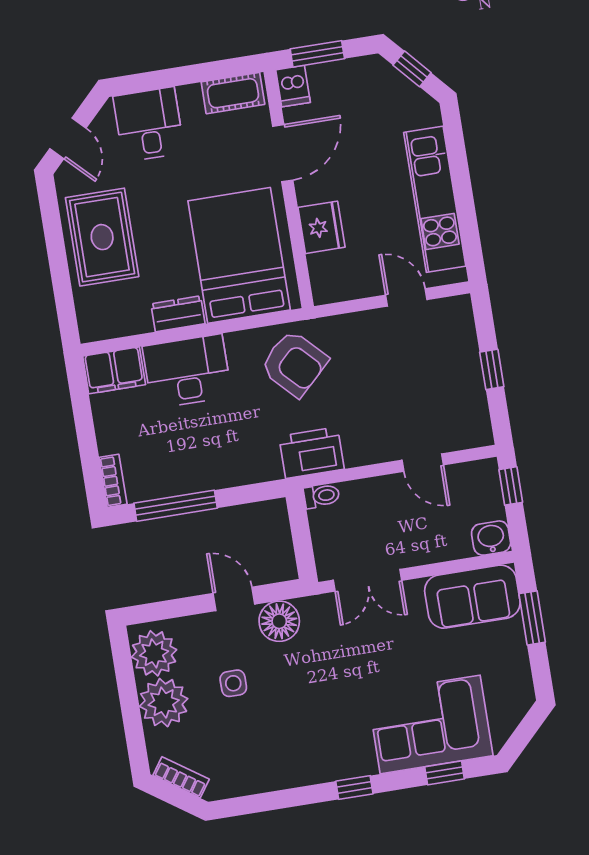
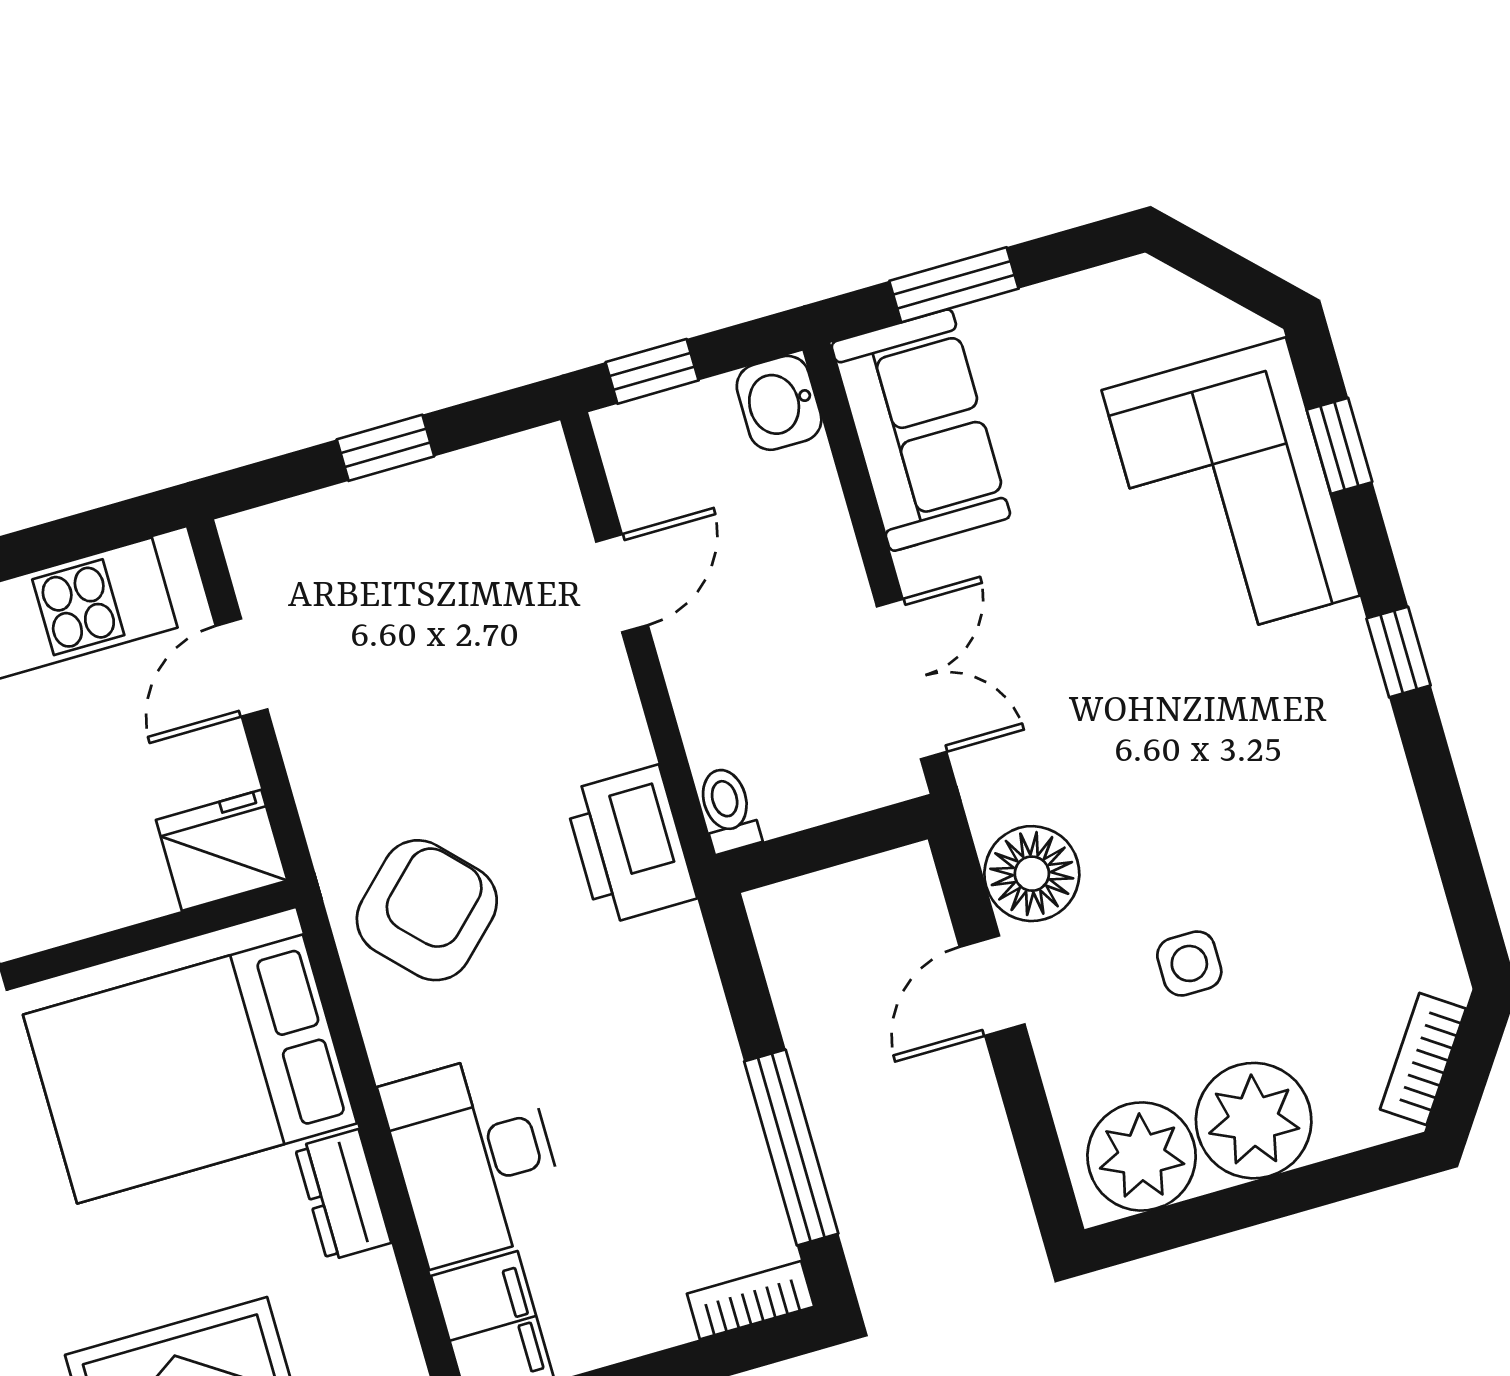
fridge: (321, 227) -> (222, 850), moved

